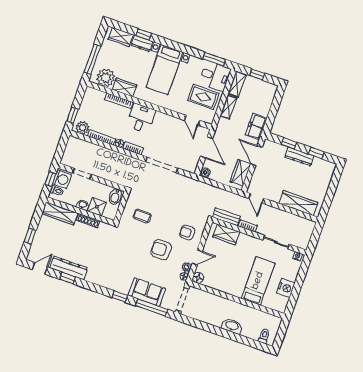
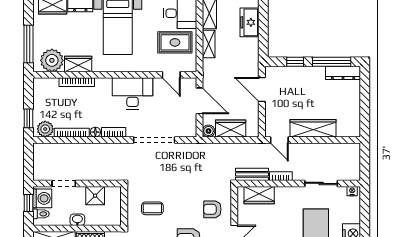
desk: (141, 118) -> (132, 93), moved, width x1.37
freezer: (256, 127) -> (250, 22), moved
window: (316, 153) -> (332, 62), width x2.17
dresser: (299, 156) -> (343, 73), moved
wardrobe: (240, 173) -> (231, 128), moved, turned 90
bidet: (115, 197) -> (113, 197), removed
wardrobe: (298, 203) -> (313, 128), moved
shower: (97, 207) -> (95, 196), moved

